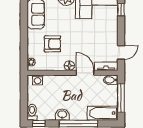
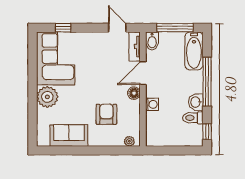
washing machine: (38, 80) -> (152, 104), moved
toilet: (32, 112) -> (193, 118), moved

